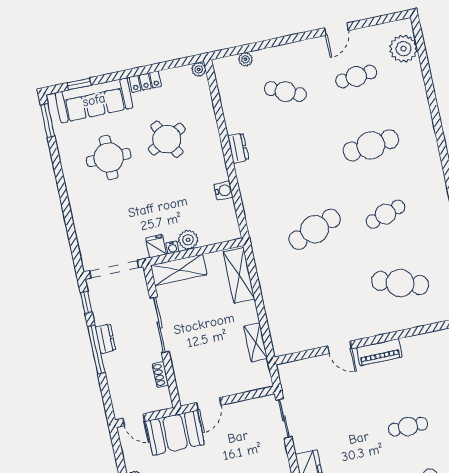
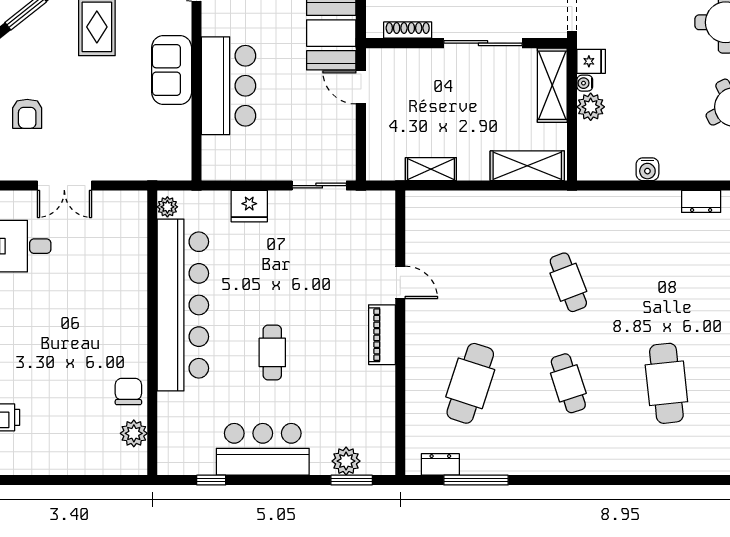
cafe table: (315, 229) -> (568, 282), width x0.73, depth x0.74
door: (340, 347) -> (400, 282), swing flipped
shoe rack: (160, 375) -> (408, 30), width x1.43

